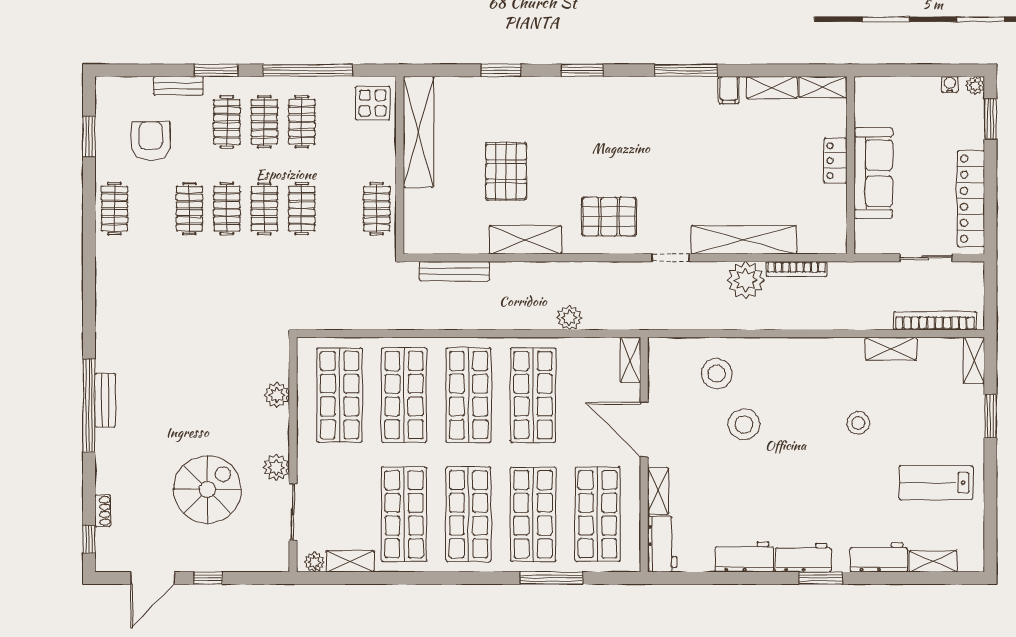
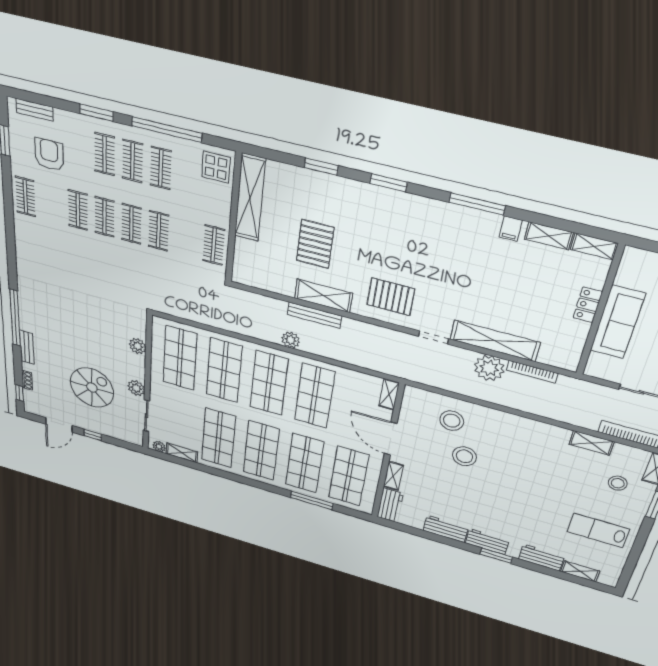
bench: (178, 86) -> (35, 110), moved
bench: (454, 271) -> (314, 315), moved
plant: (569, 318) -> (291, 340), moved
bench: (105, 400) -> (27, 347), moved
stool: (858, 423) -> (618, 483), moved

